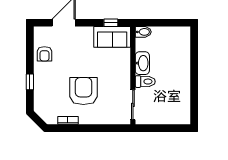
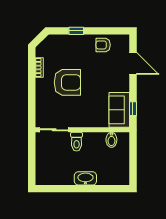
bidet: (143, 32) -> (111, 140), moved
washbasin: (142, 63) -> (85, 178), moved, turned 180

